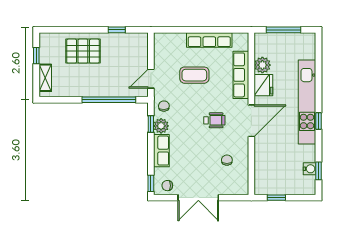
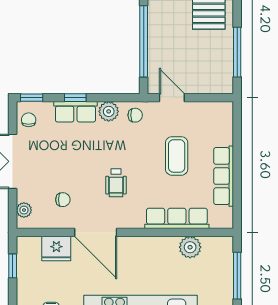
window: (117, 30) -> (237, 52), width x2.17
fridge: (263, 85) -> (56, 249), moved
door: (251, 121) -> (96, 232), moved
window: (151, 124) -> (75, 98), moved
plant: (235, 189) -> (24, 210), added

